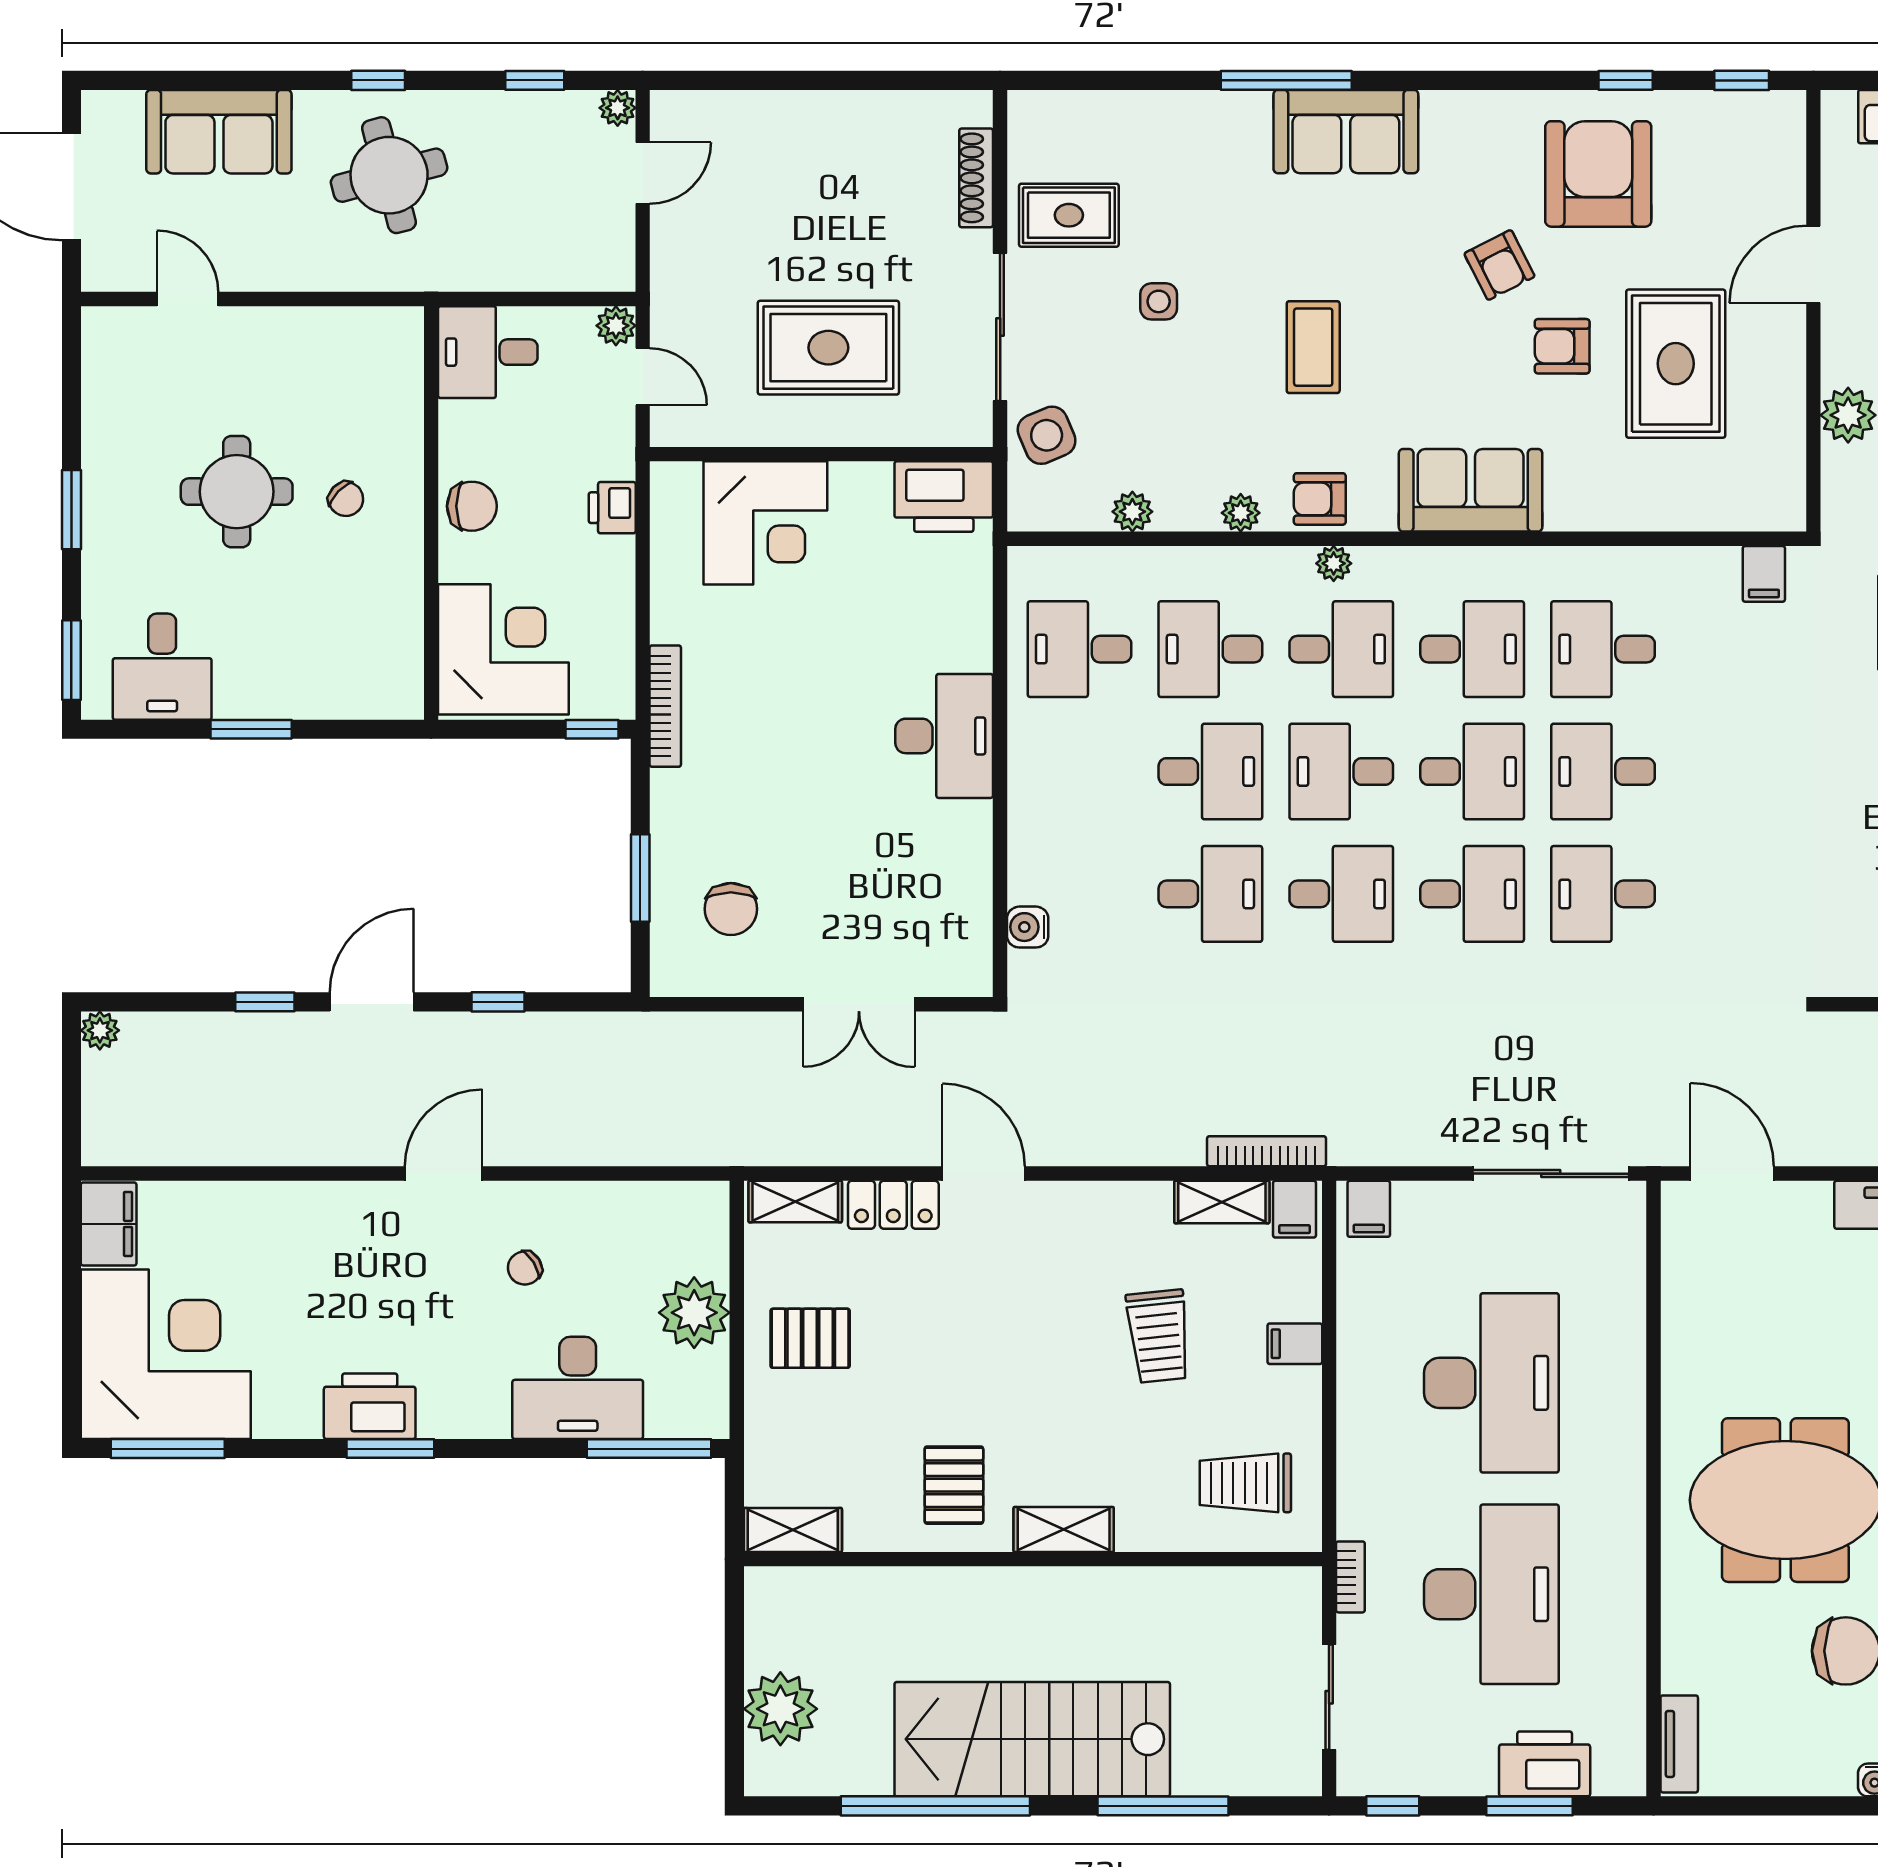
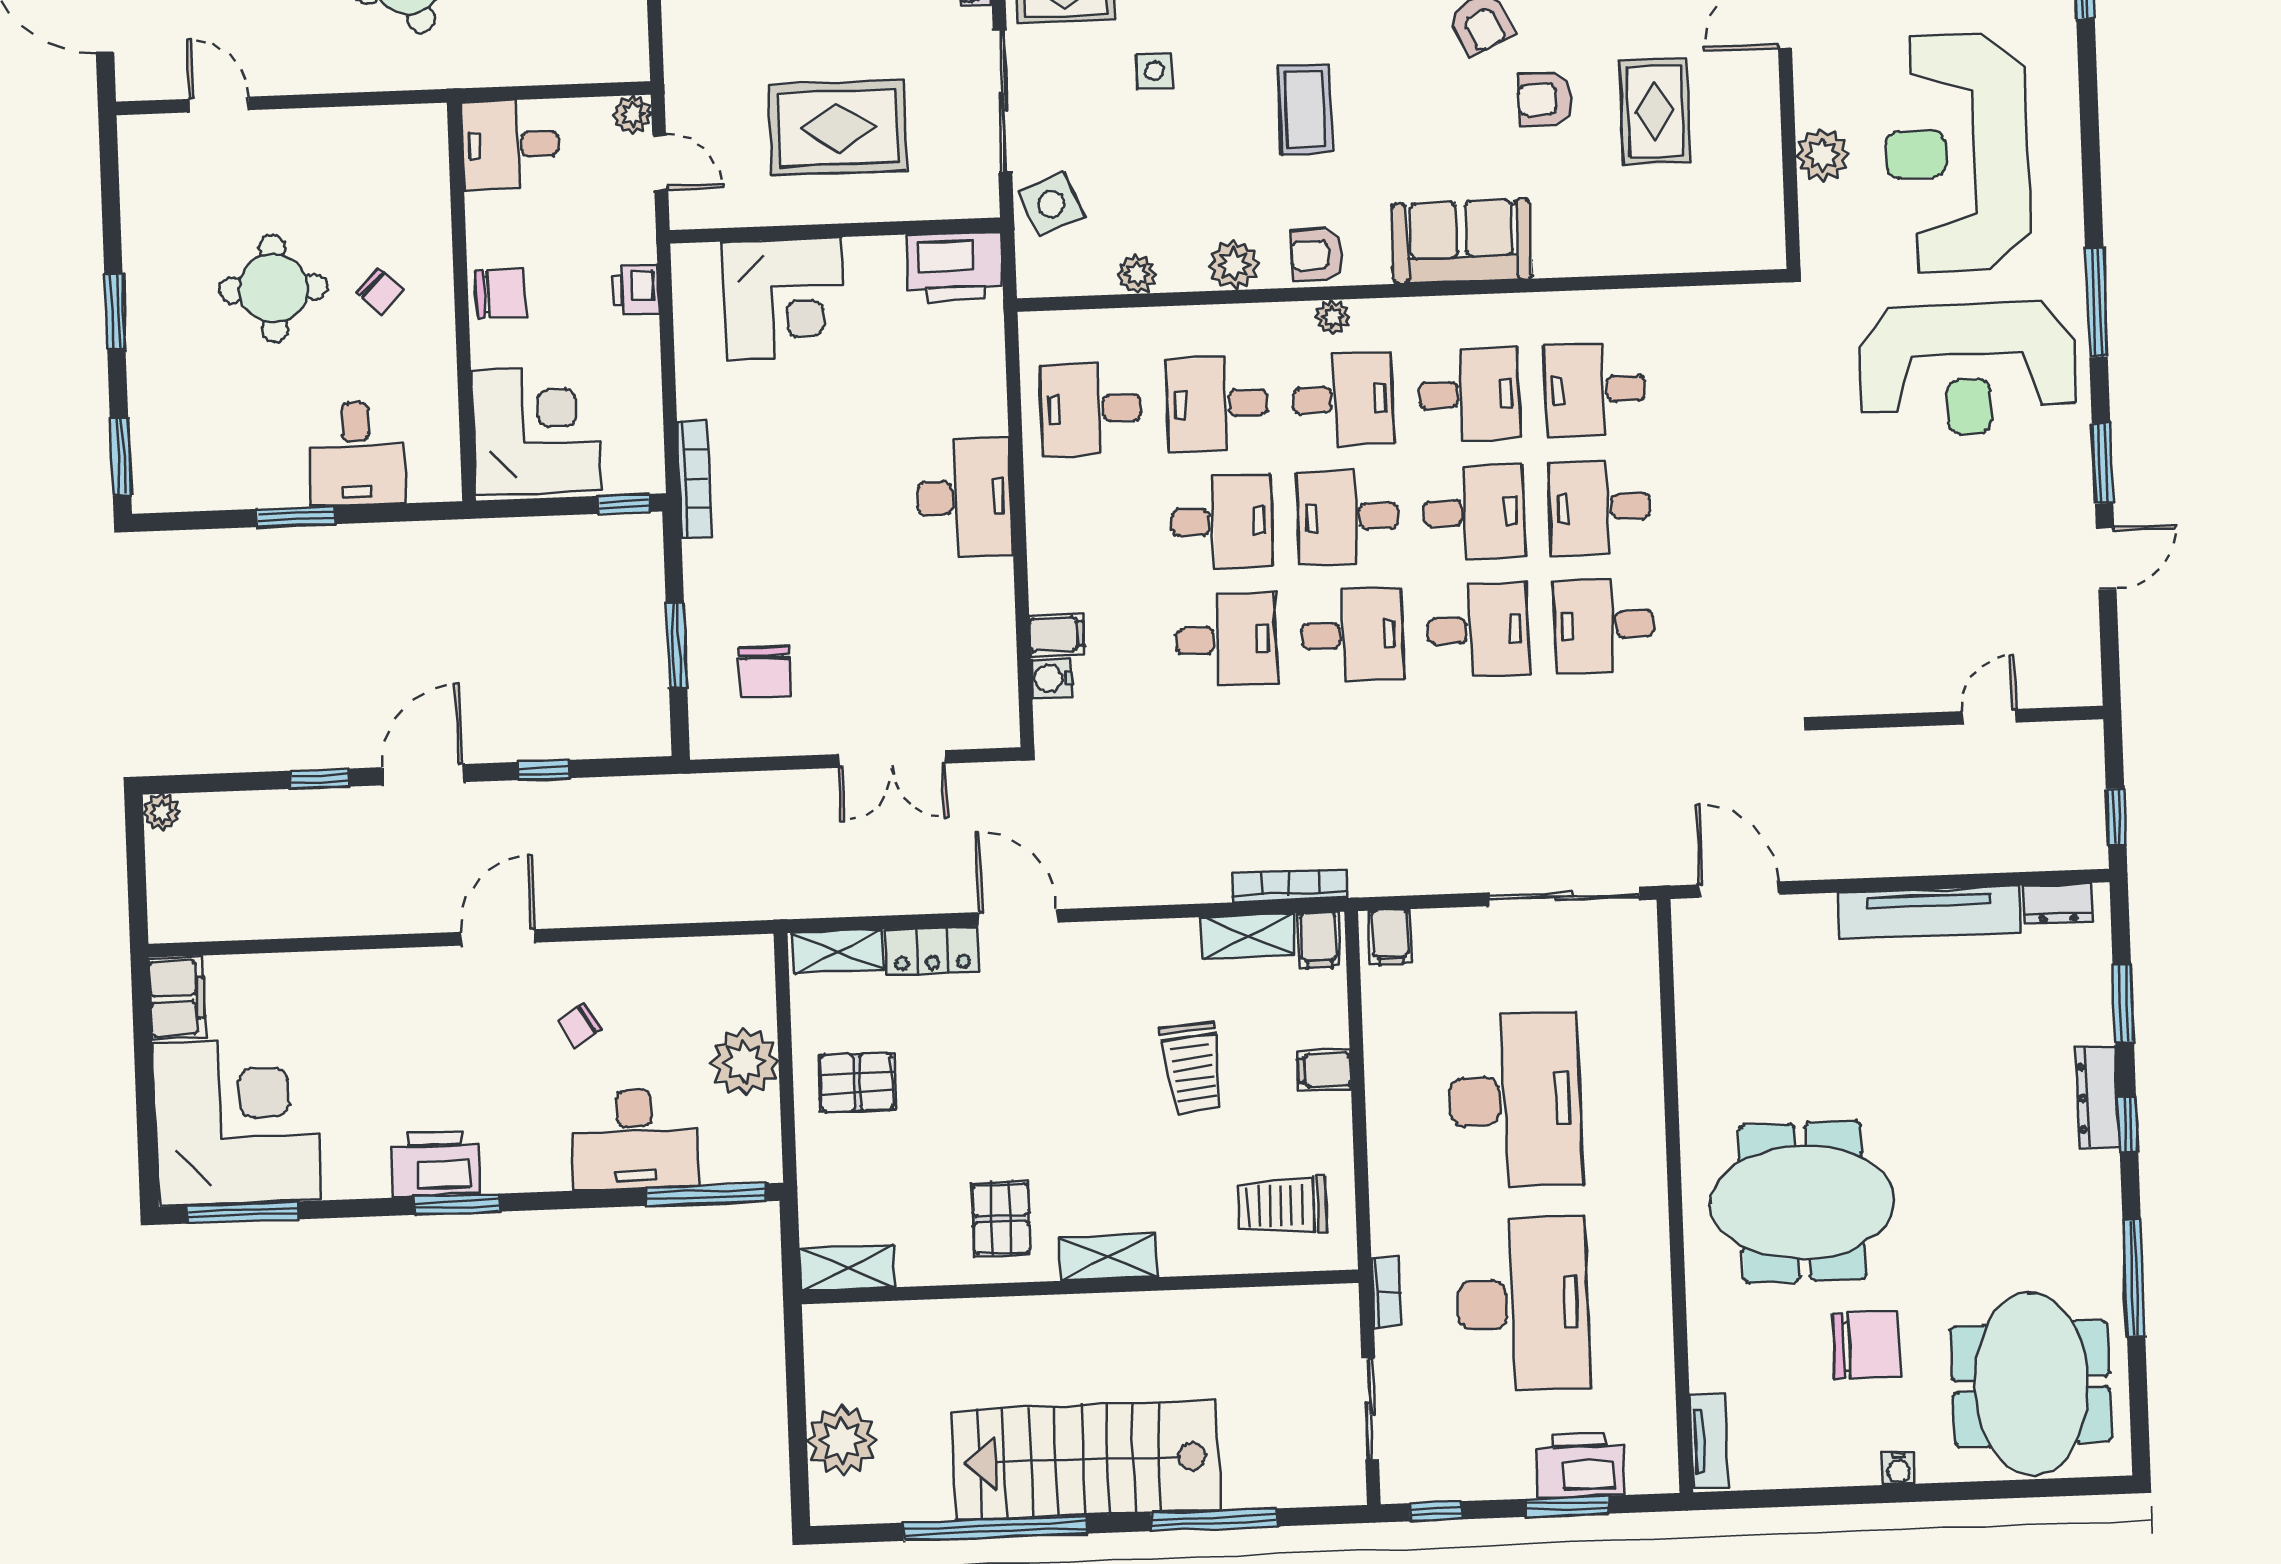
rug: (1676, 364) -> (1655, 112), width x0.73, depth x0.70
plant: (1241, 513) -> (1234, 265), width x1.38, depth x1.38
filing cabinet: (1764, 574) -> (1057, 634), moved, turned -90
desk: (162, 667) -> (356, 454), moved

